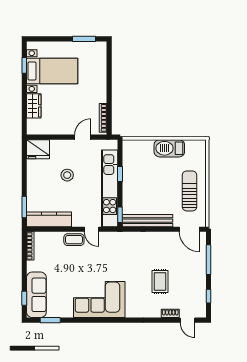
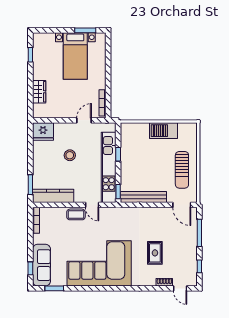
bed with nightstands: (52, 71) -> (75, 56), moved, turned 90
sun lounger: (190, 191) -> (182, 170), turned 180
corner sofa: (99, 300) -> (99, 263), width x1.36, depth x1.36

